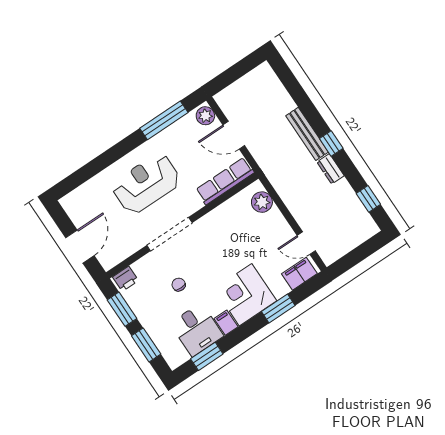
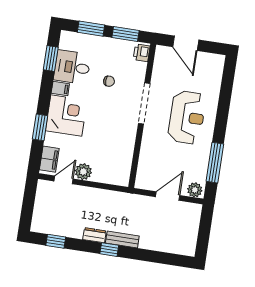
bench: (307, 134) -> (122, 239), width x0.73
row of seats: (225, 181) -> (145, 166), removed
plant: (262, 202) -> (83, 172), moved

